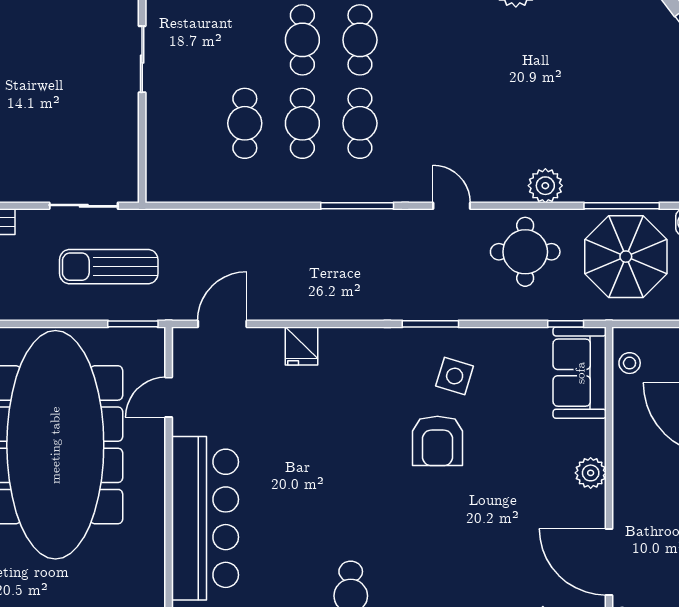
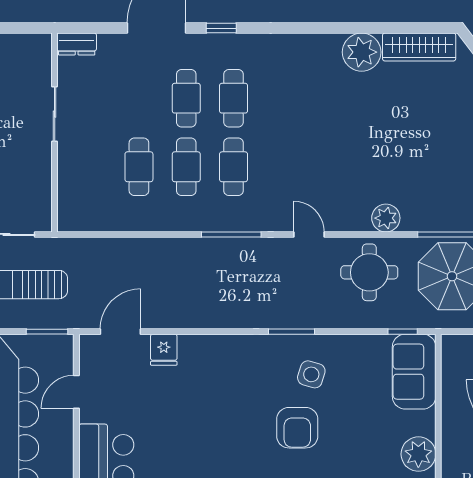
fridge: (301, 346) -> (164, 350), moved
stool: (630, 363) -> (455, 364), removed
plant: (591, 473) -> (418, 454), width x1.36, depth x1.36

